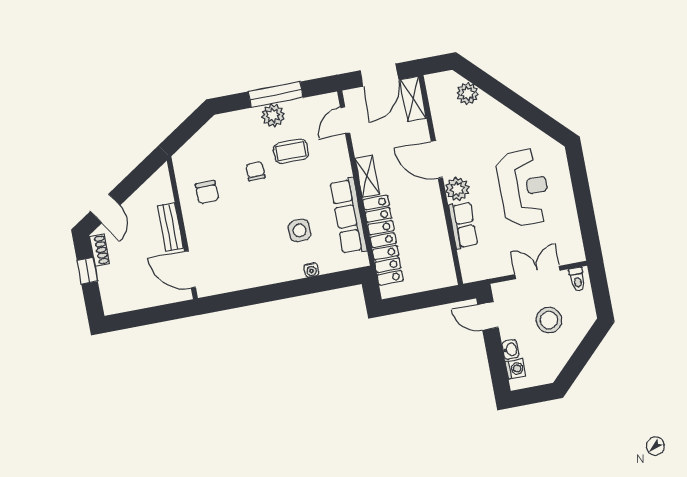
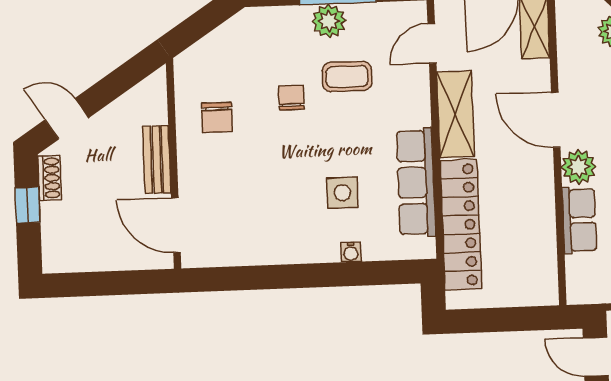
shelving: (367, 176) -> (455, 114), width x1.50, depth x1.33
door: (105, 208) -> (67, 119), swing flipped

